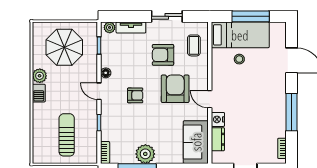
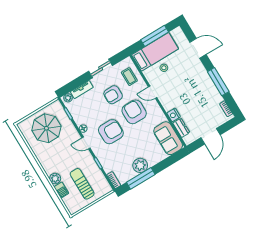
plant: (40, 76) -> (55, 179), moved
barbecue: (39, 93) -> (61, 190), moved
armchair: (135, 95) -> (111, 132), width x1.88, depth x1.88
door: (210, 99) -> (153, 92), moved

